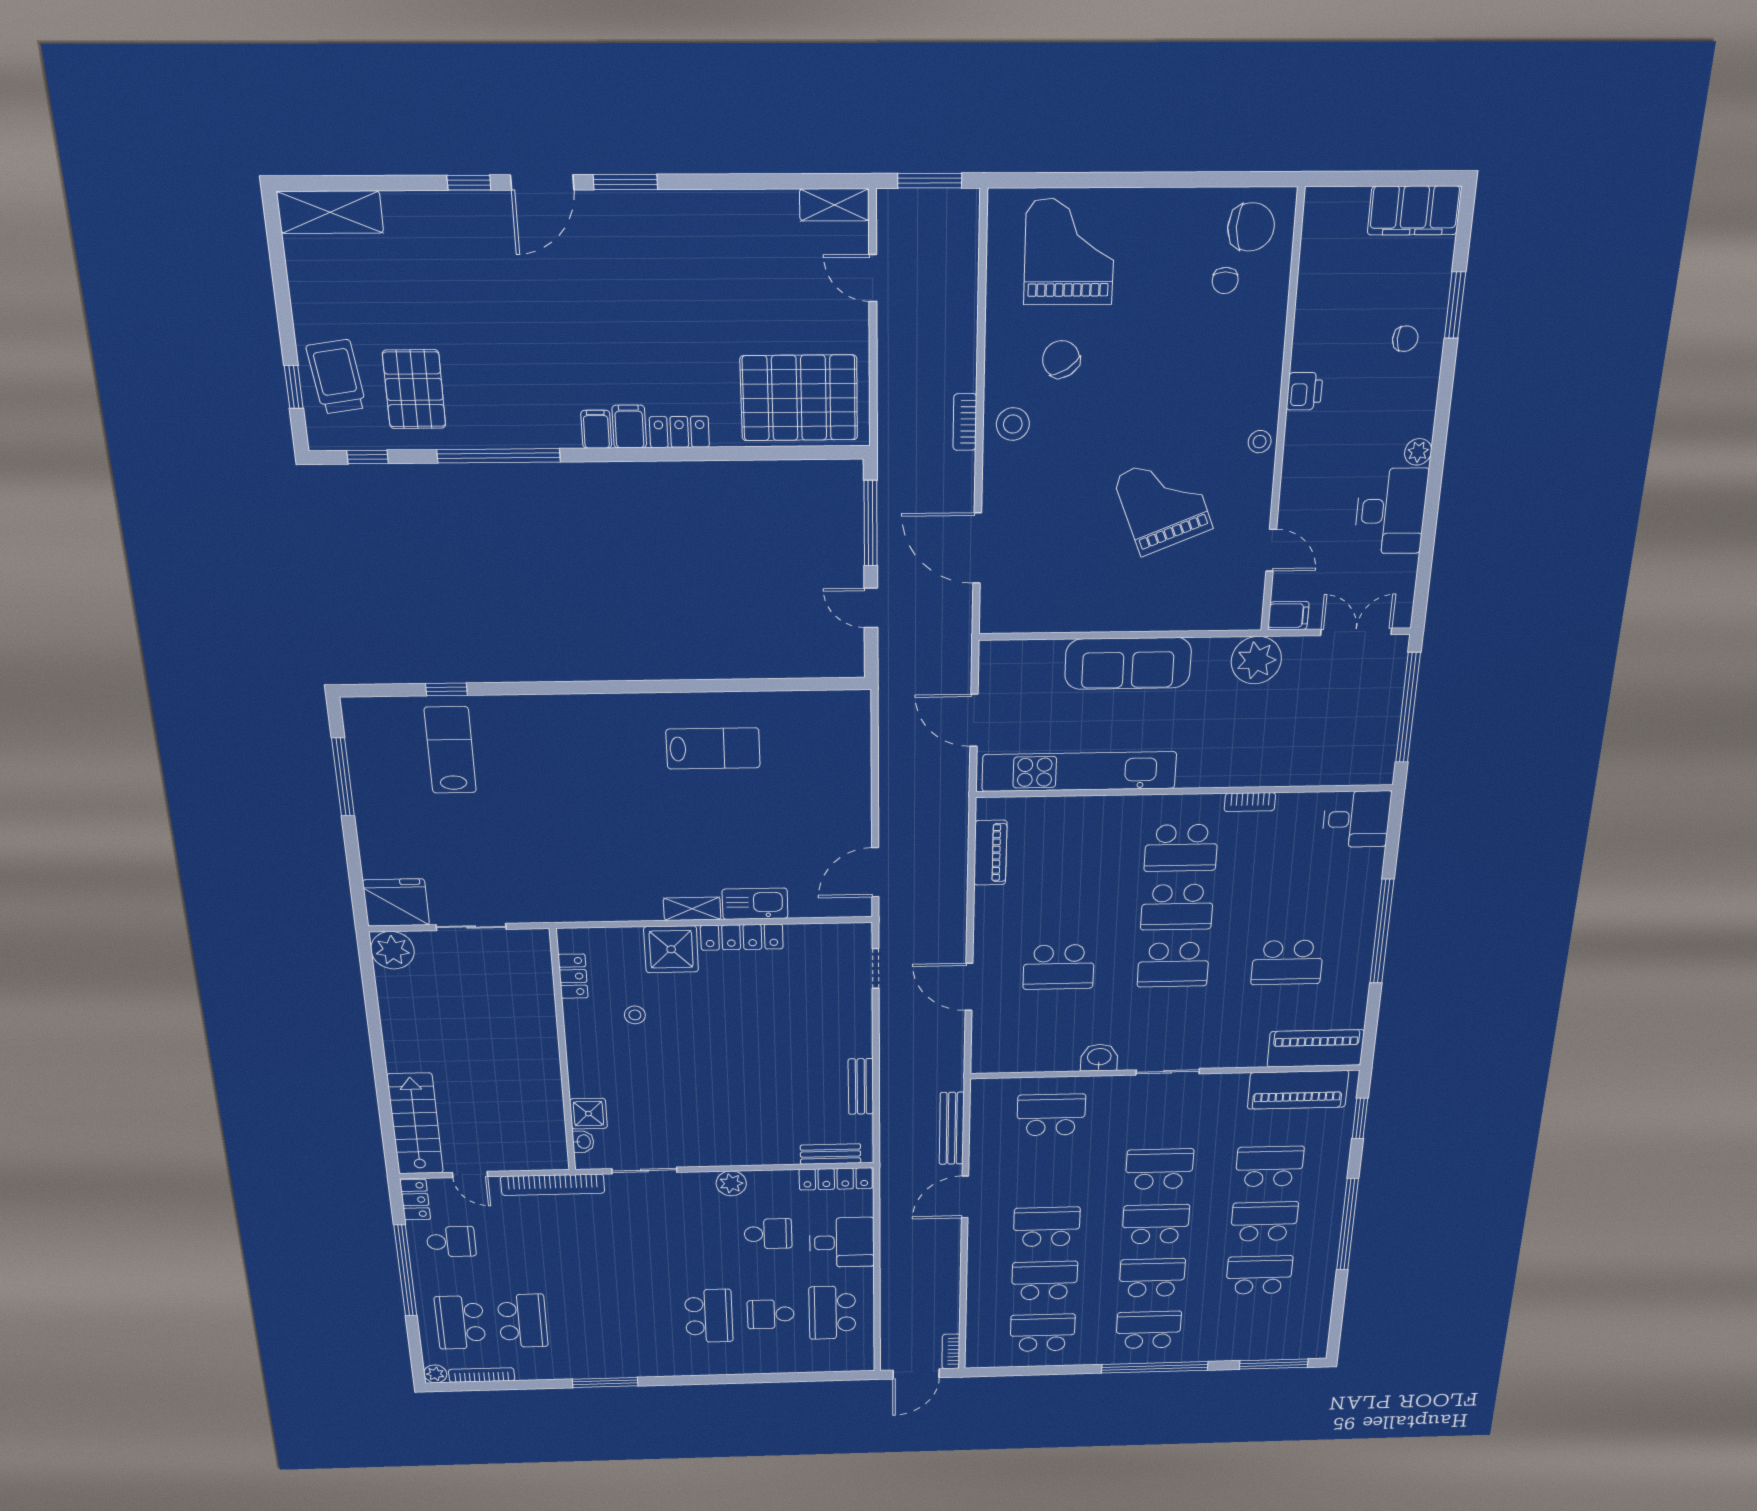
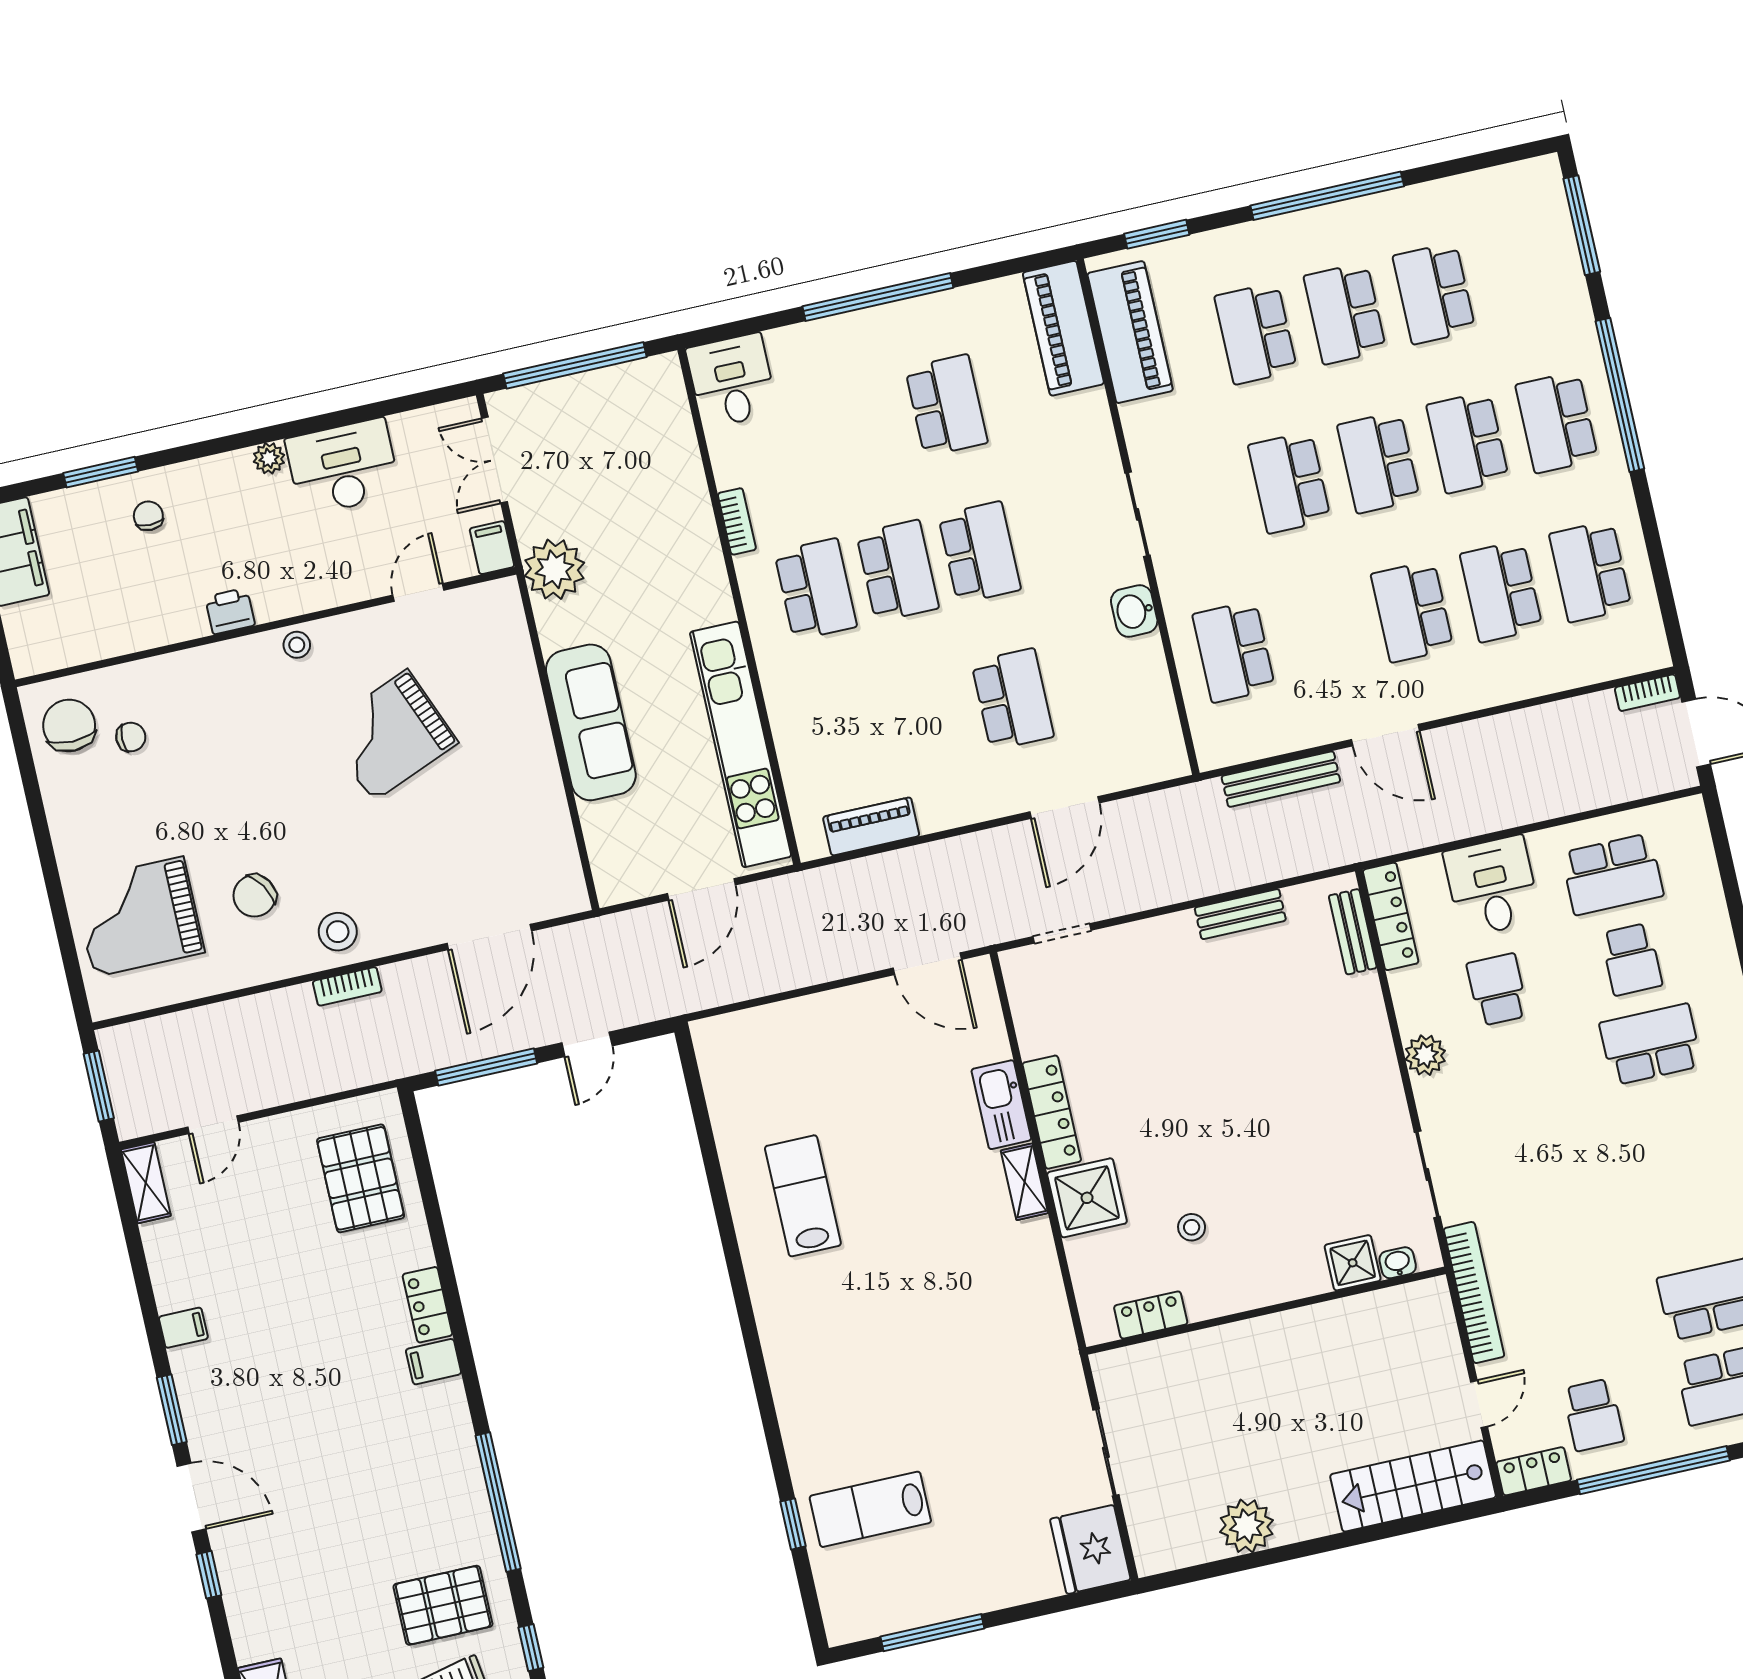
pallet: (799, 398) -> (361, 1178), width x0.73, depth x0.71
filing cabinet: (596, 429) -> (183, 1328), moved, turned 180
plant: (392, 950) -> (1247, 1526), moved
school desk: (451, 1242) -> (1593, 1415), turned 180

